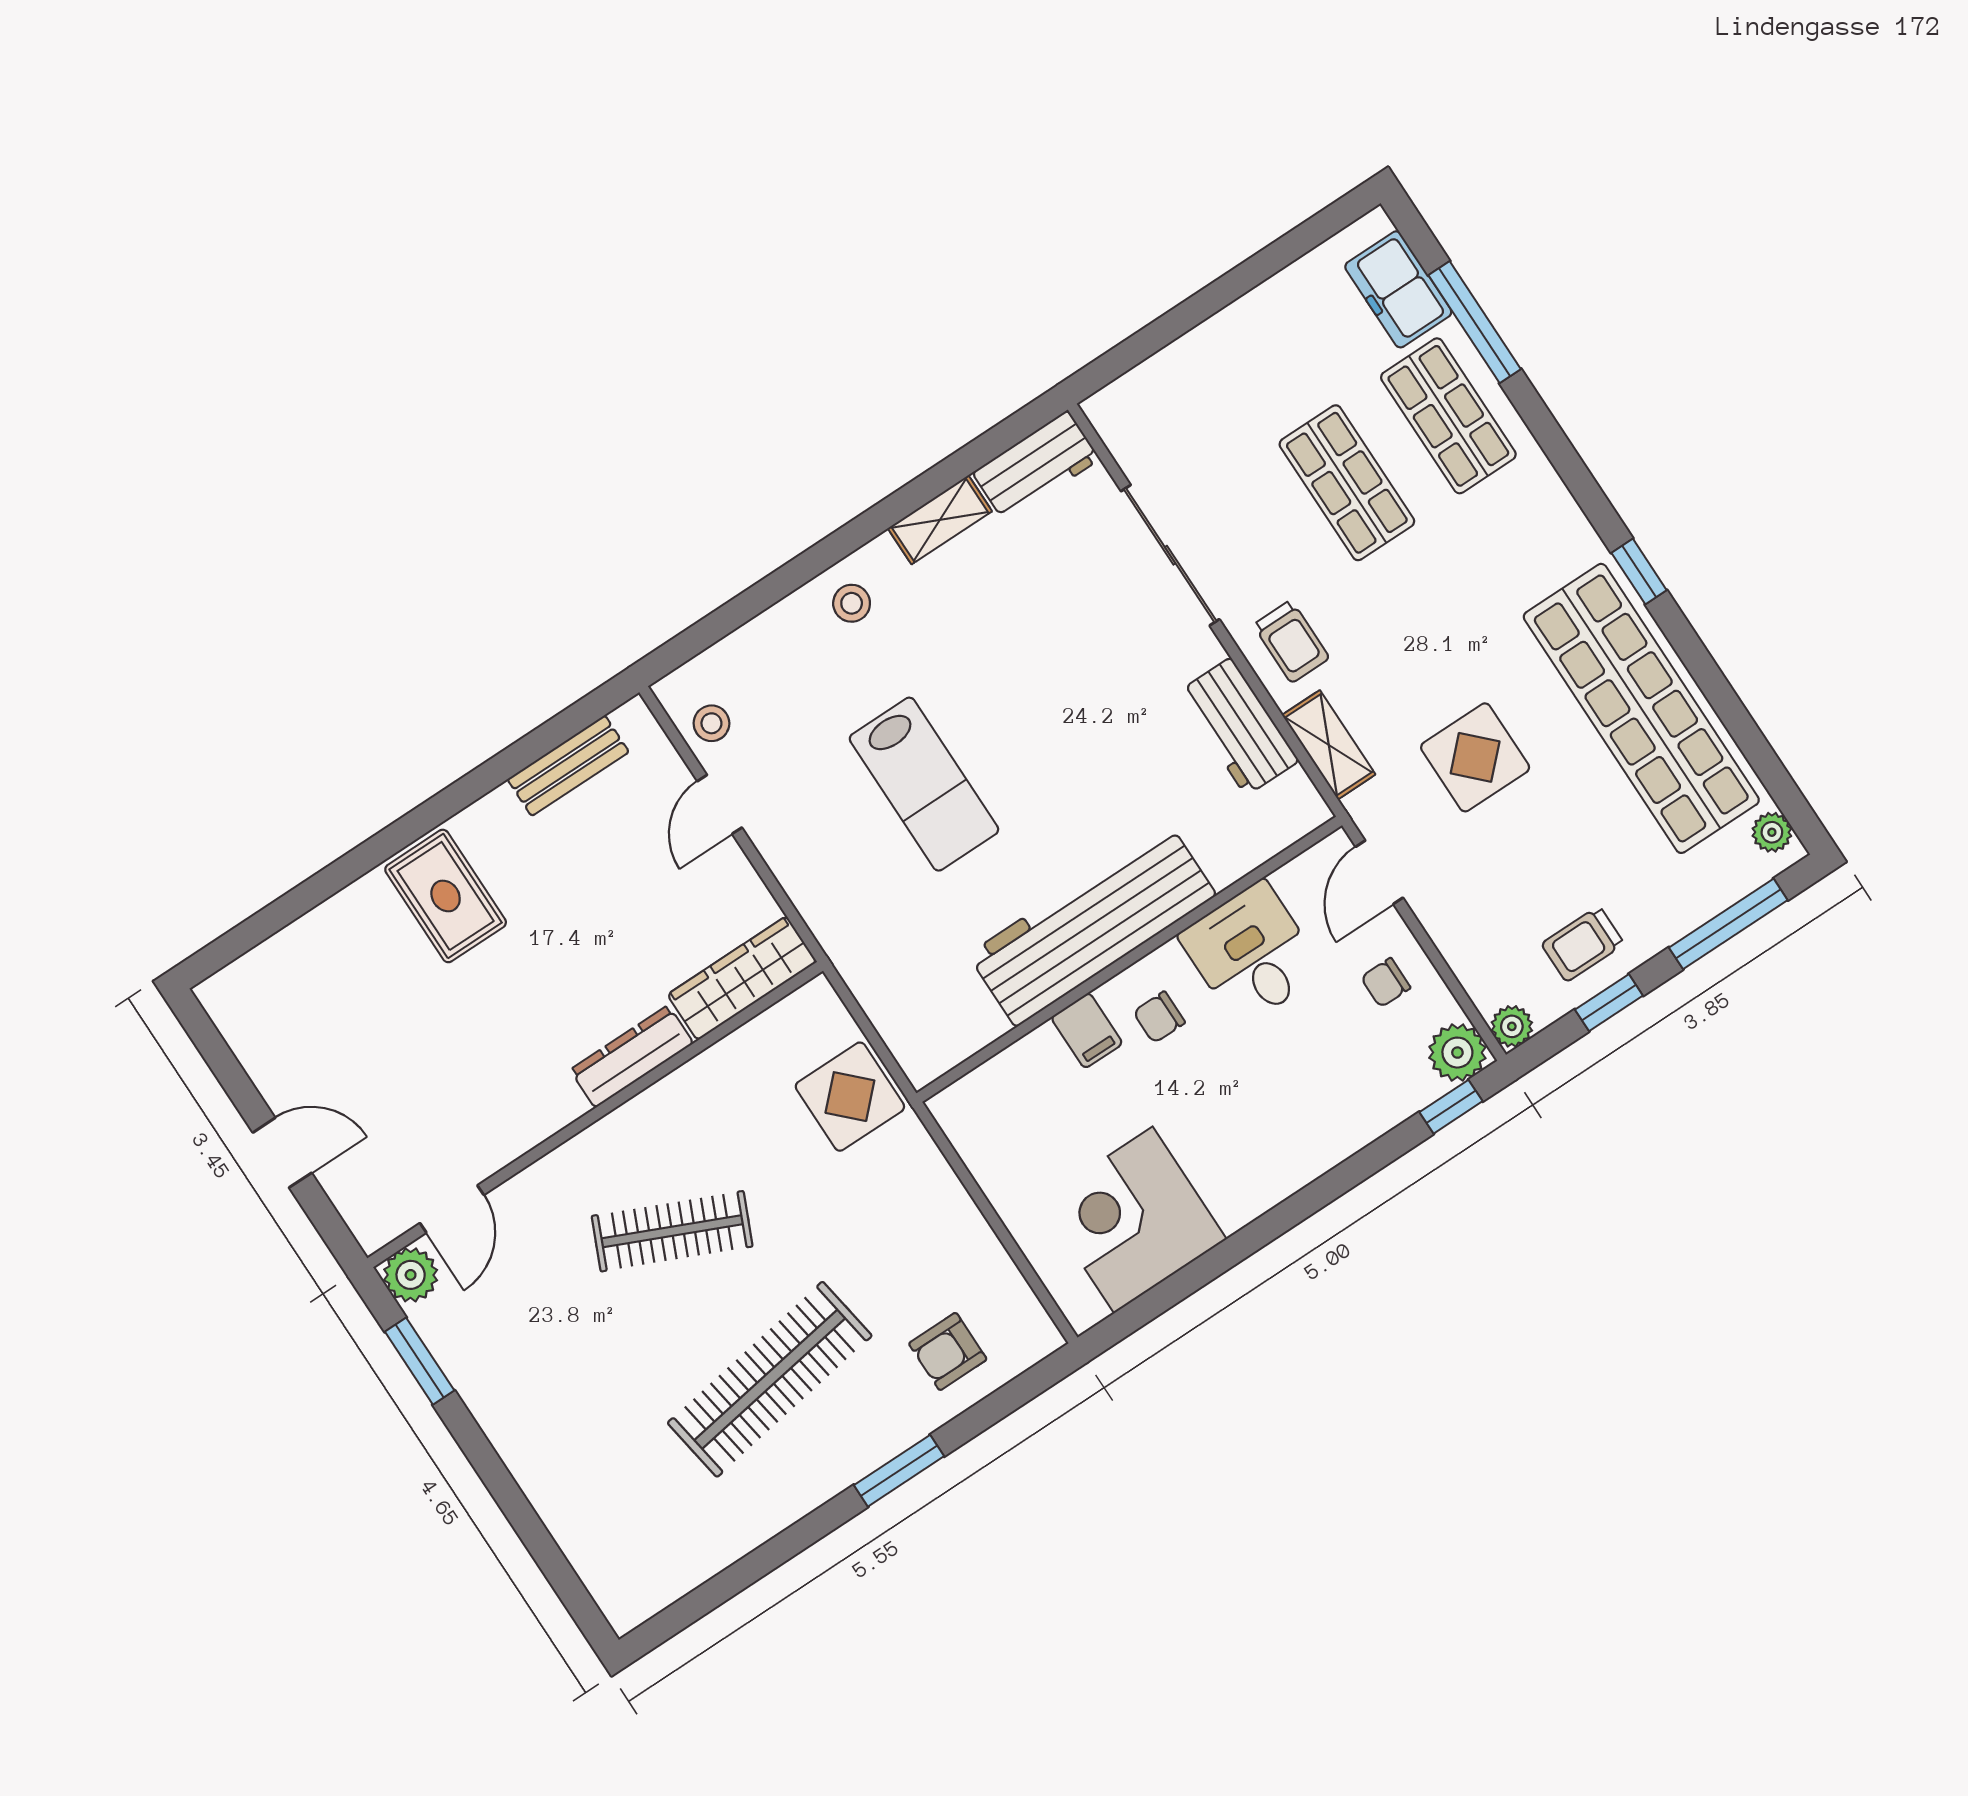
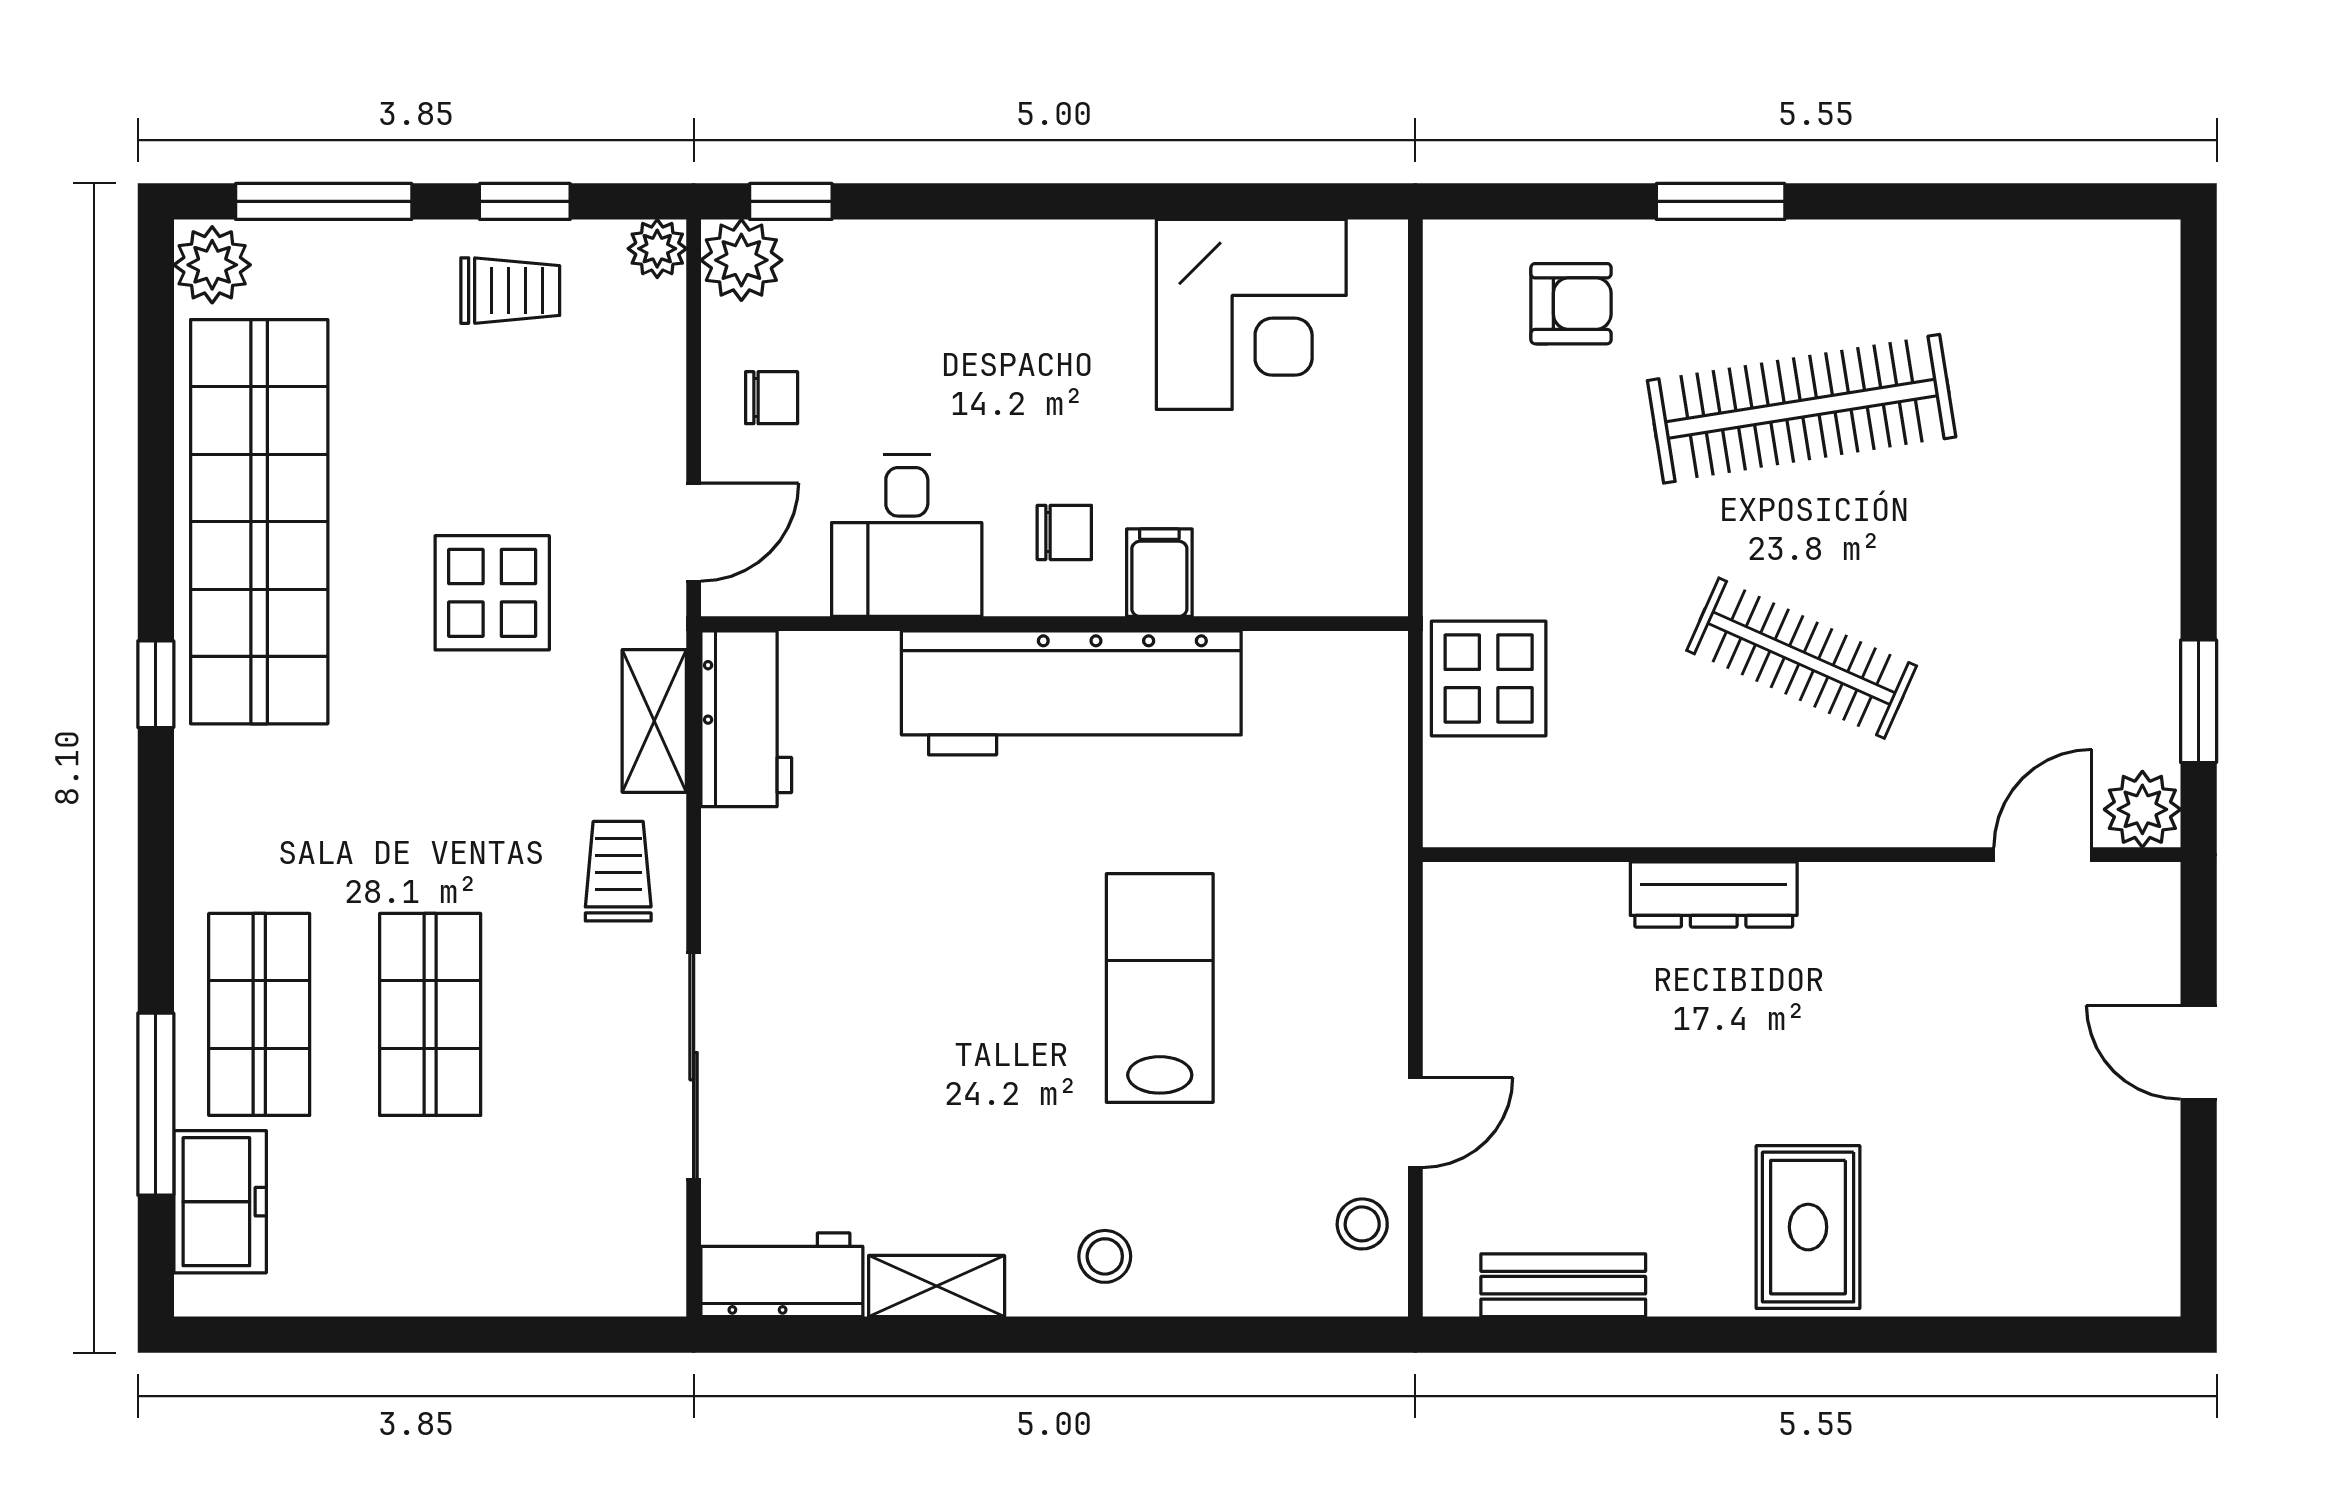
workbench: (1238, 727) -> (746, 719), moved
plant: (1772, 832) -> (212, 265), width x1.38, depth x1.38
wardrobe: (742, 978) -> (1524, 901), removed

